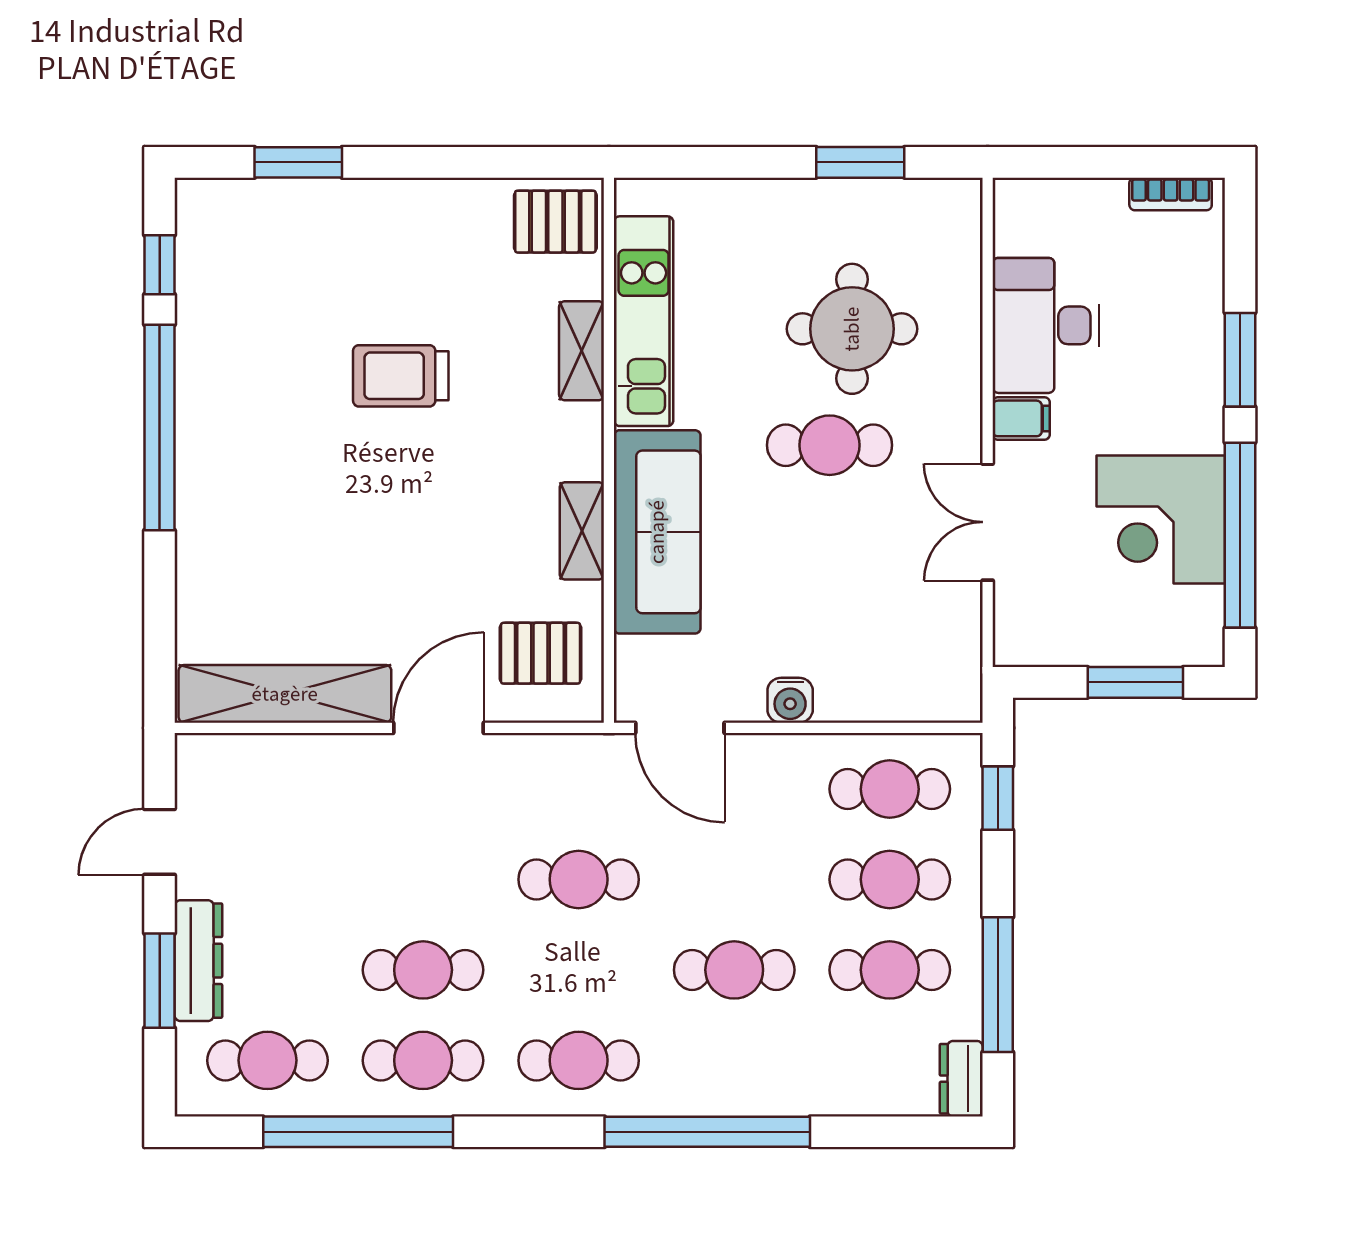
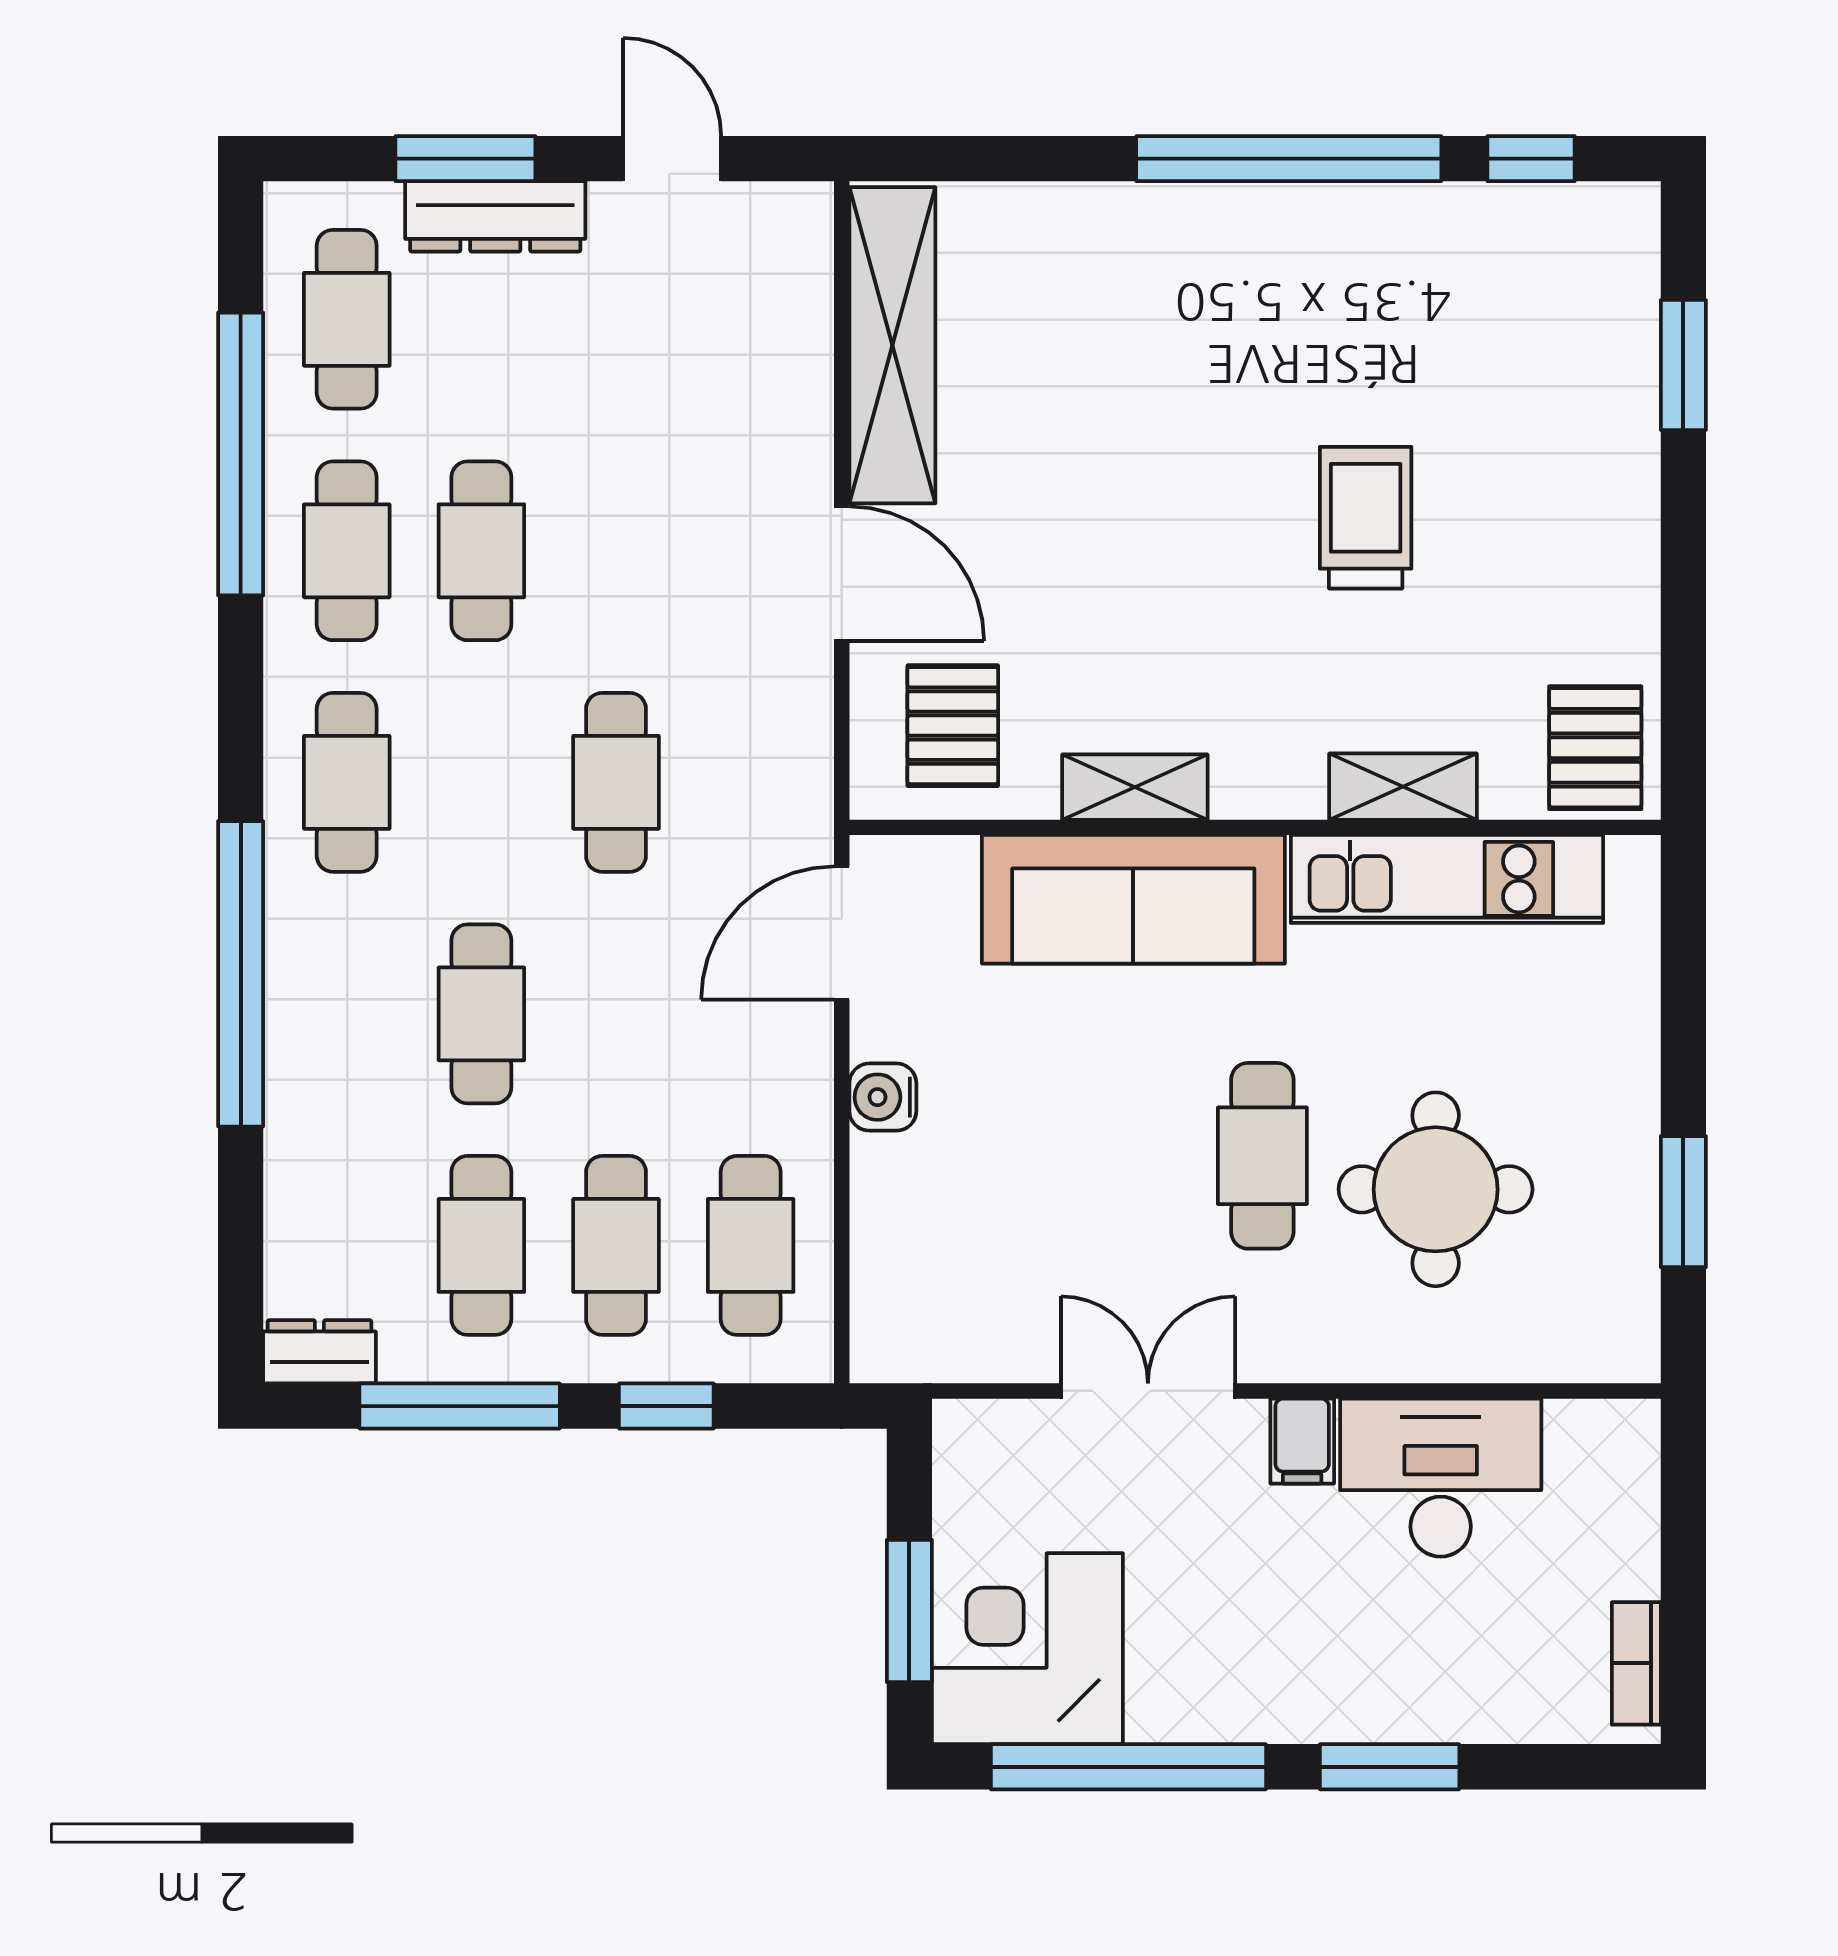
corner desk: (1161, 519) -> (1027, 1649), moved
window: (998, 798) -> (666, 1406), moved

